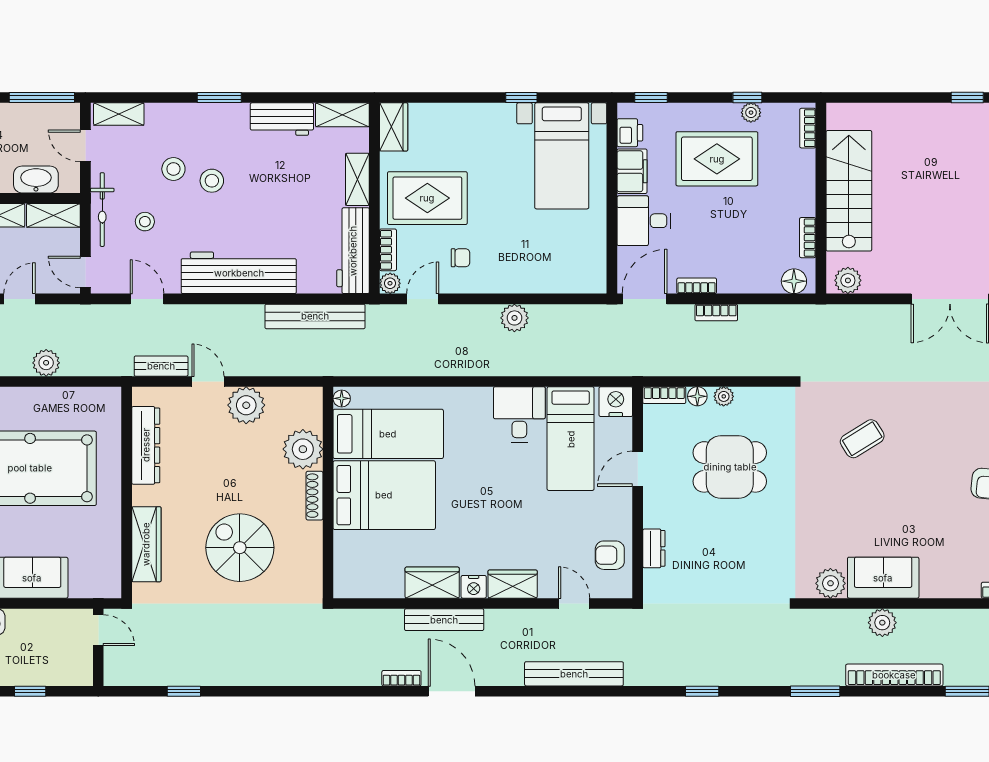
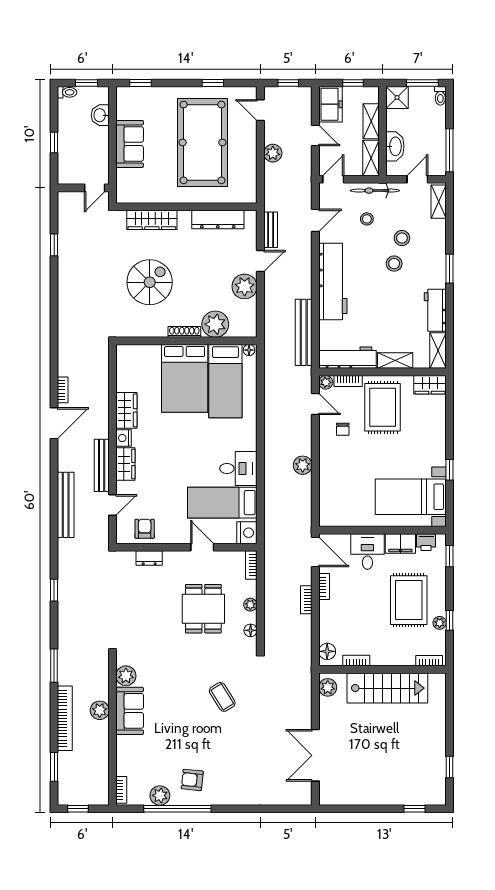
floor lamp: (697, 396) -> (251, 630), moved
bench: (444, 620) -> (102, 465), moved

